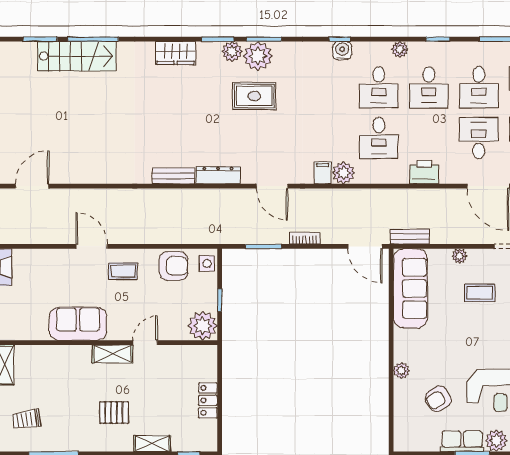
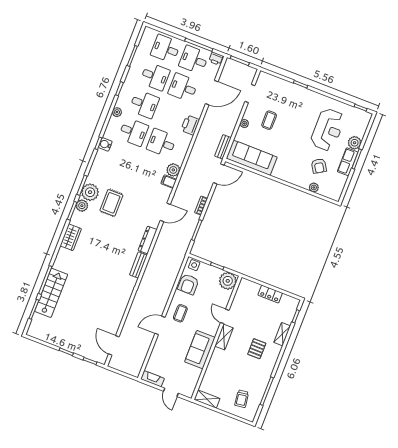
desk: (379, 138) -> (162, 143), turned 180
armchair: (173, 266) -> (188, 284), turned 180
plant: (401, 371) -> (314, 187), moved

